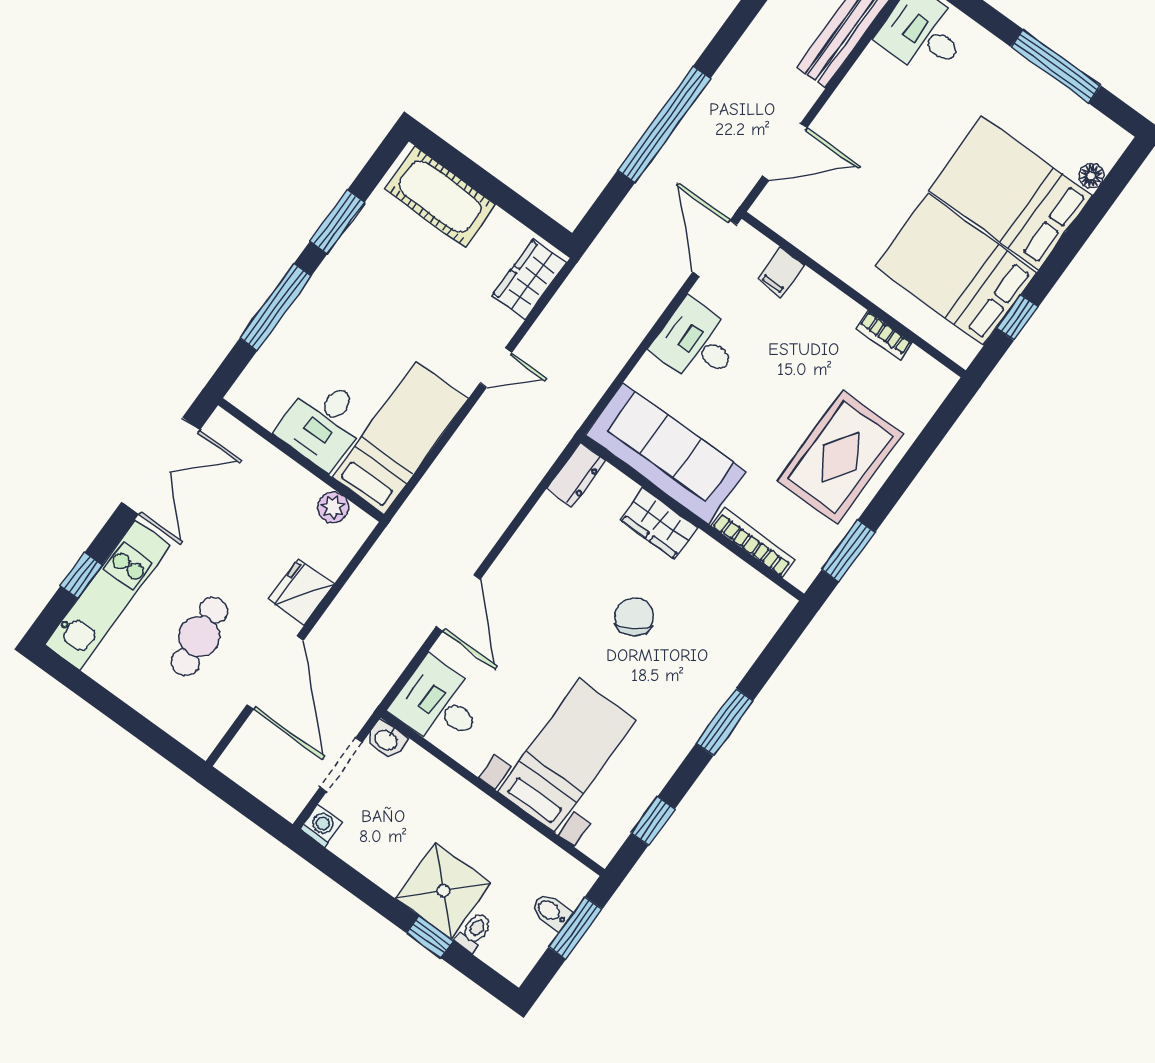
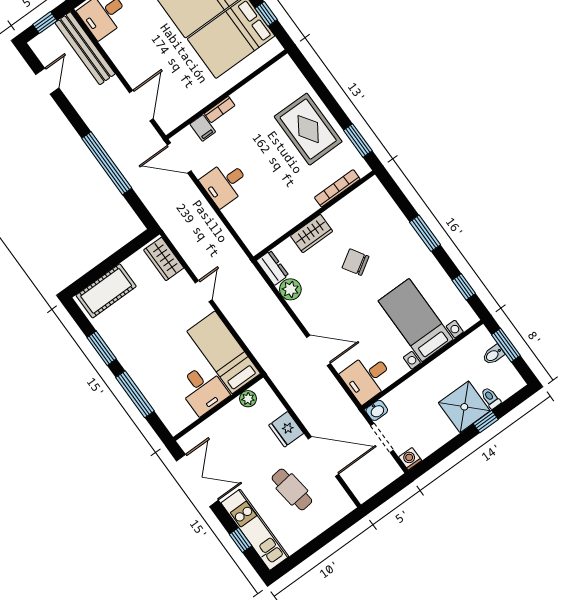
bookcase: (884, 335) -> (220, 110), moved
sofa: (666, 453) -> (277, 218), removed
plant: (549, 519) -> (290, 289), added

